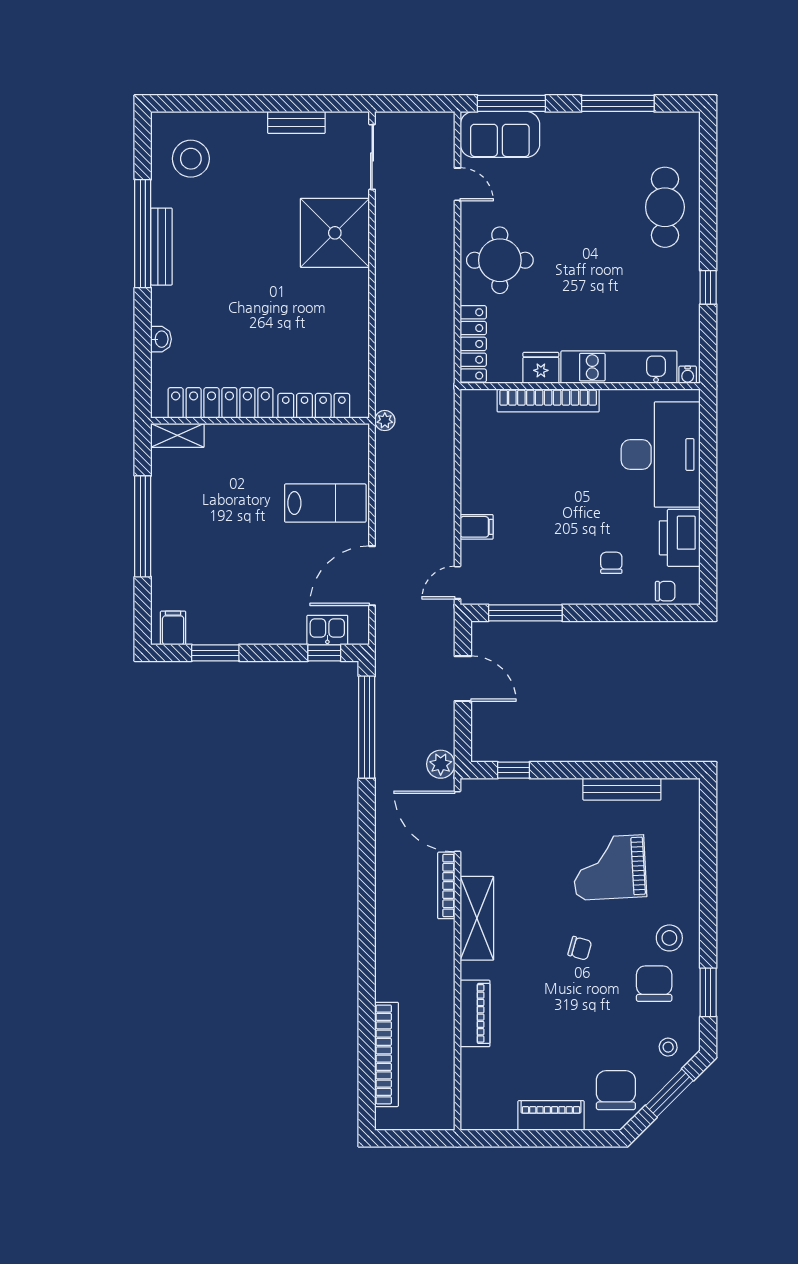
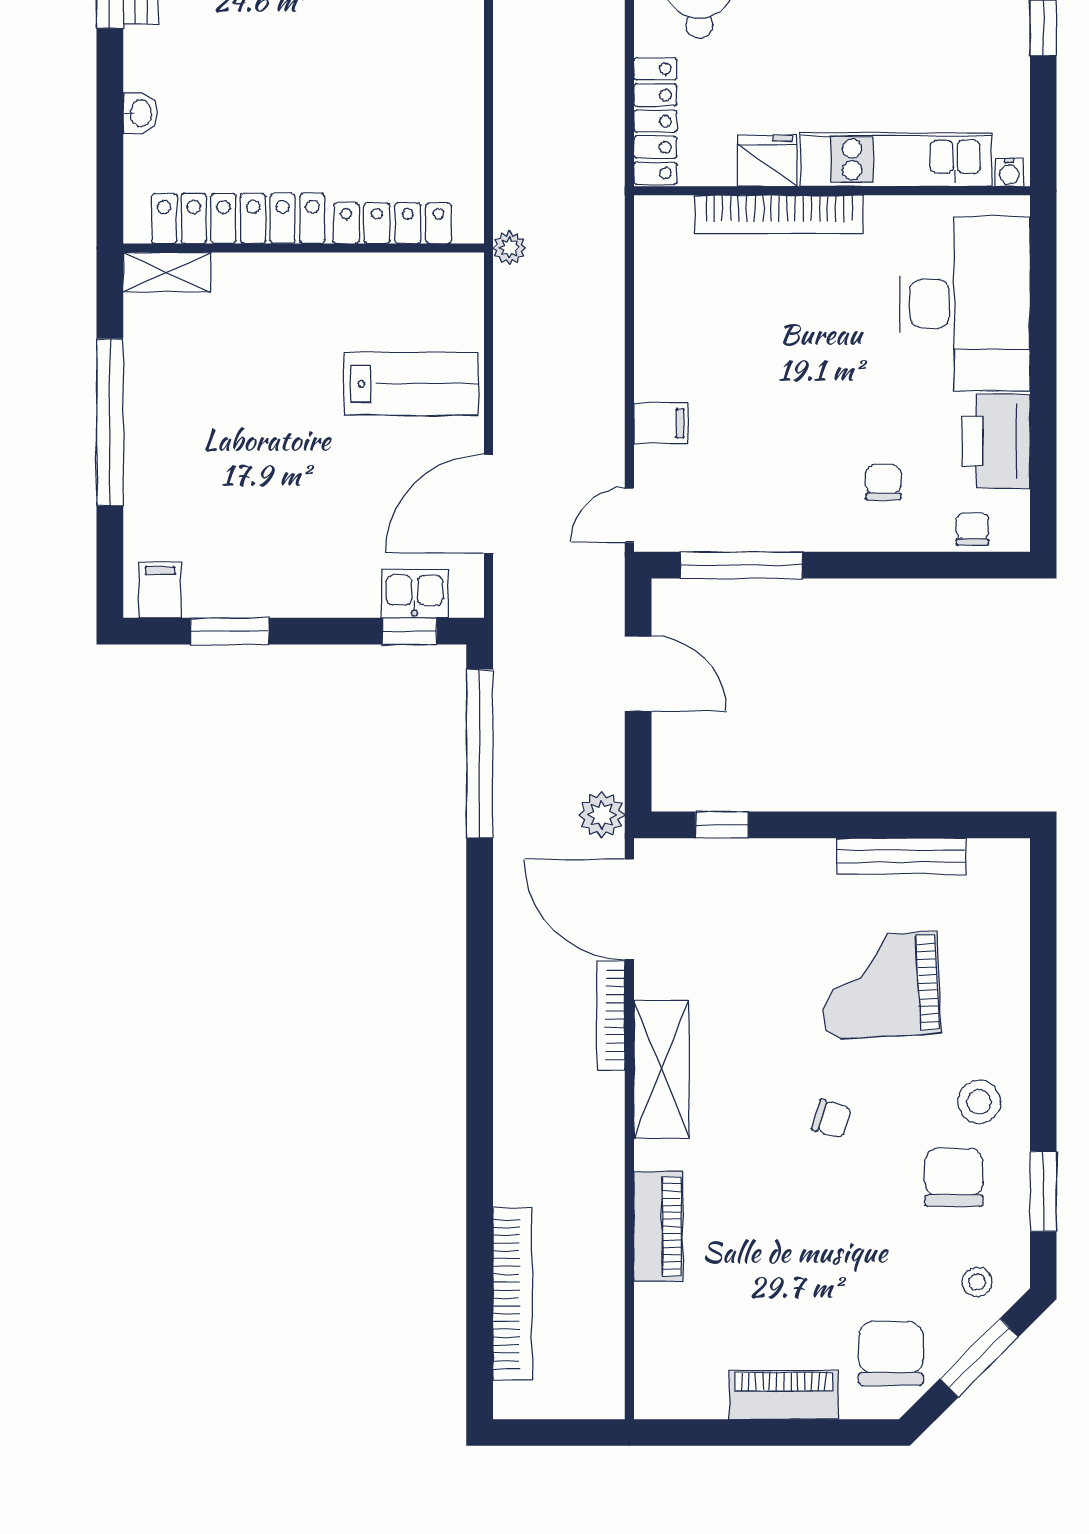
chair: (665, 591) -> (972, 529), turned -90

